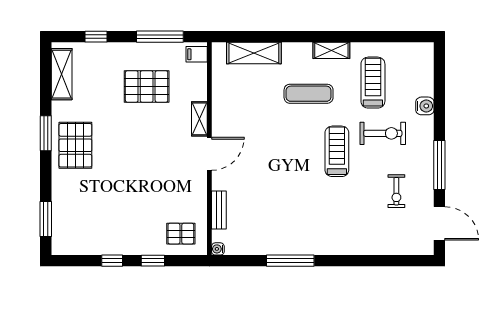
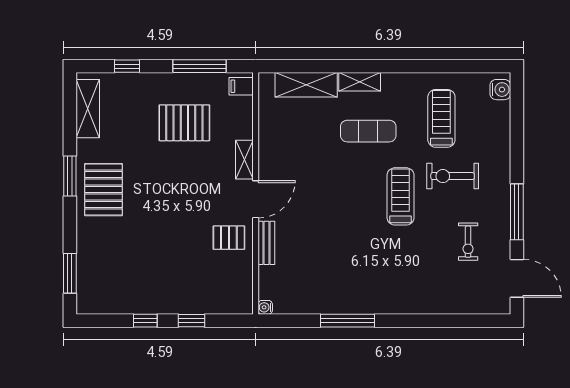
shelving: (331, 50) -> (360, 82), moved
water cooler: (425, 106) -> (500, 90), moved
exercise bike: (383, 133) -> (453, 176), turned 180
bench: (219, 210) -> (266, 243), moved
pallet: (181, 234) -> (229, 238), moved

